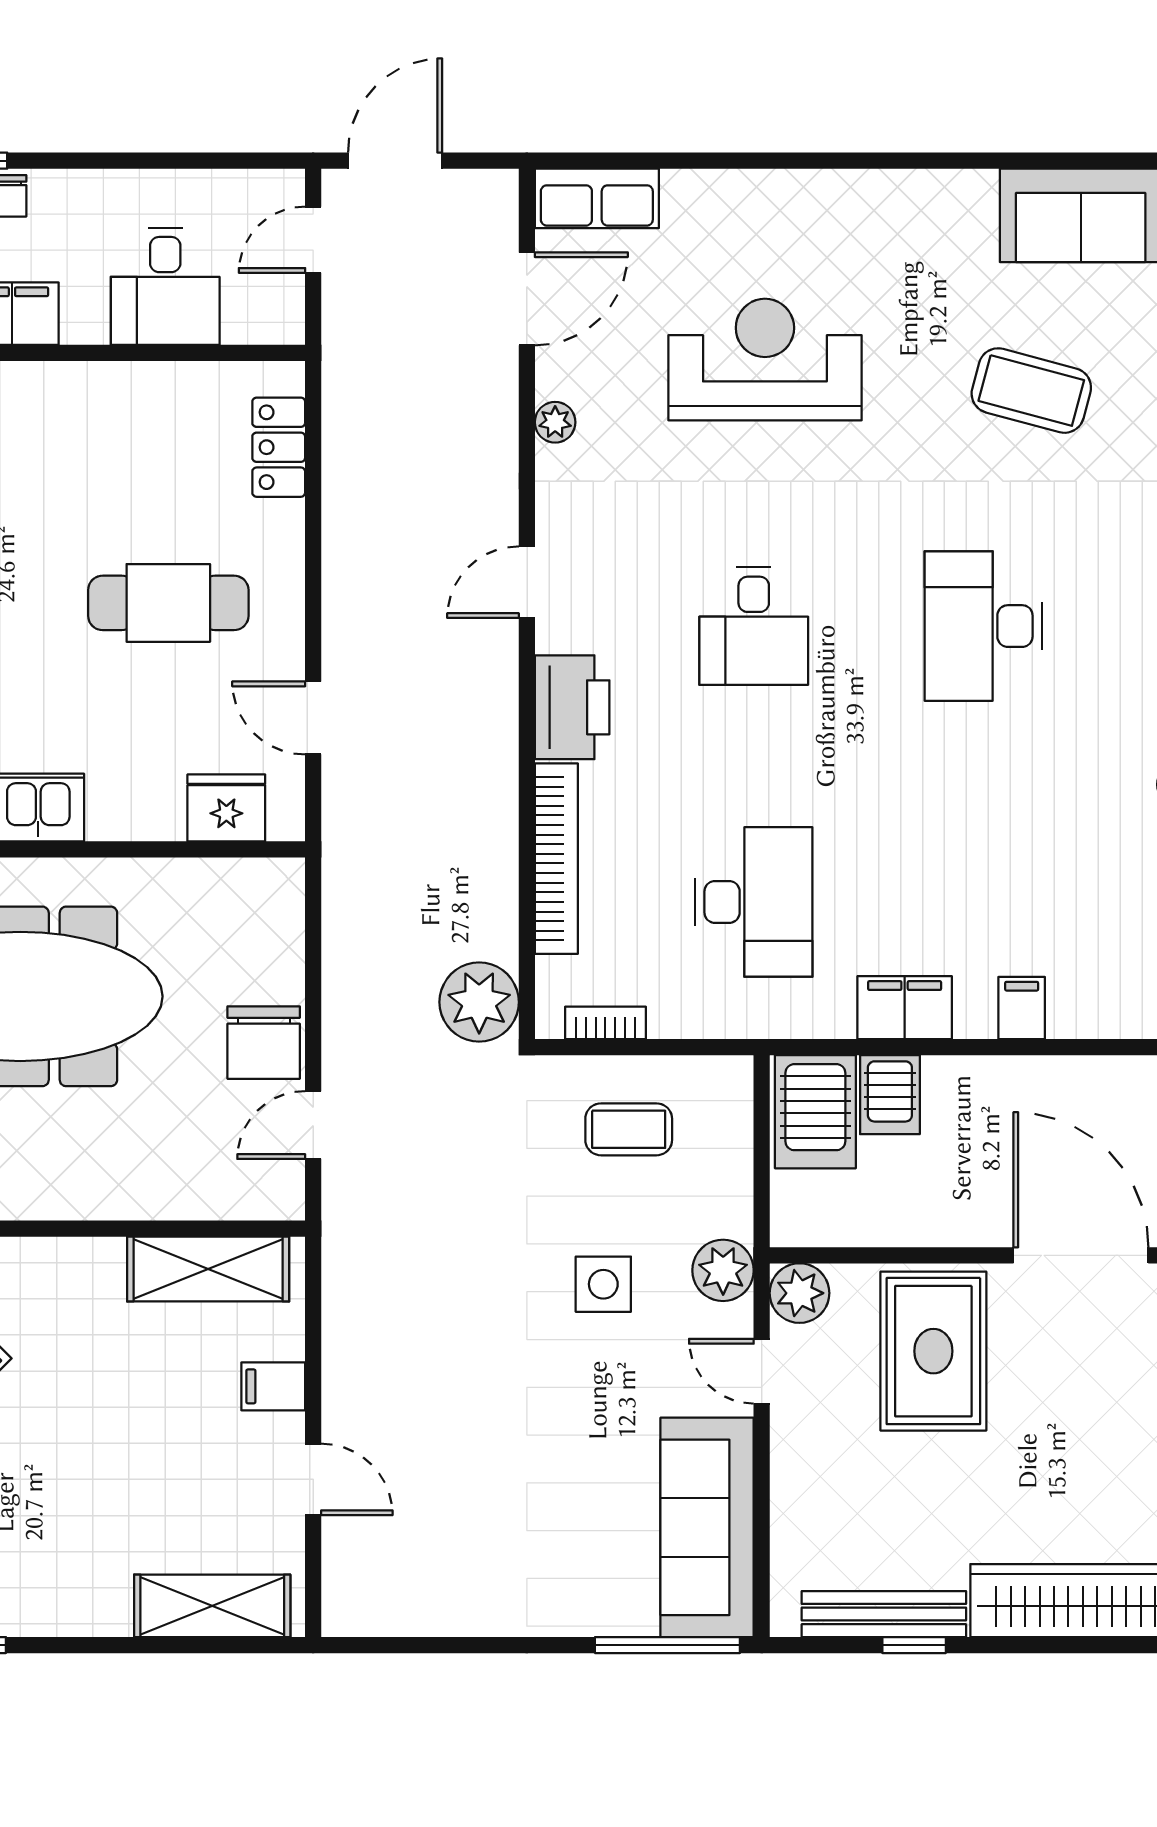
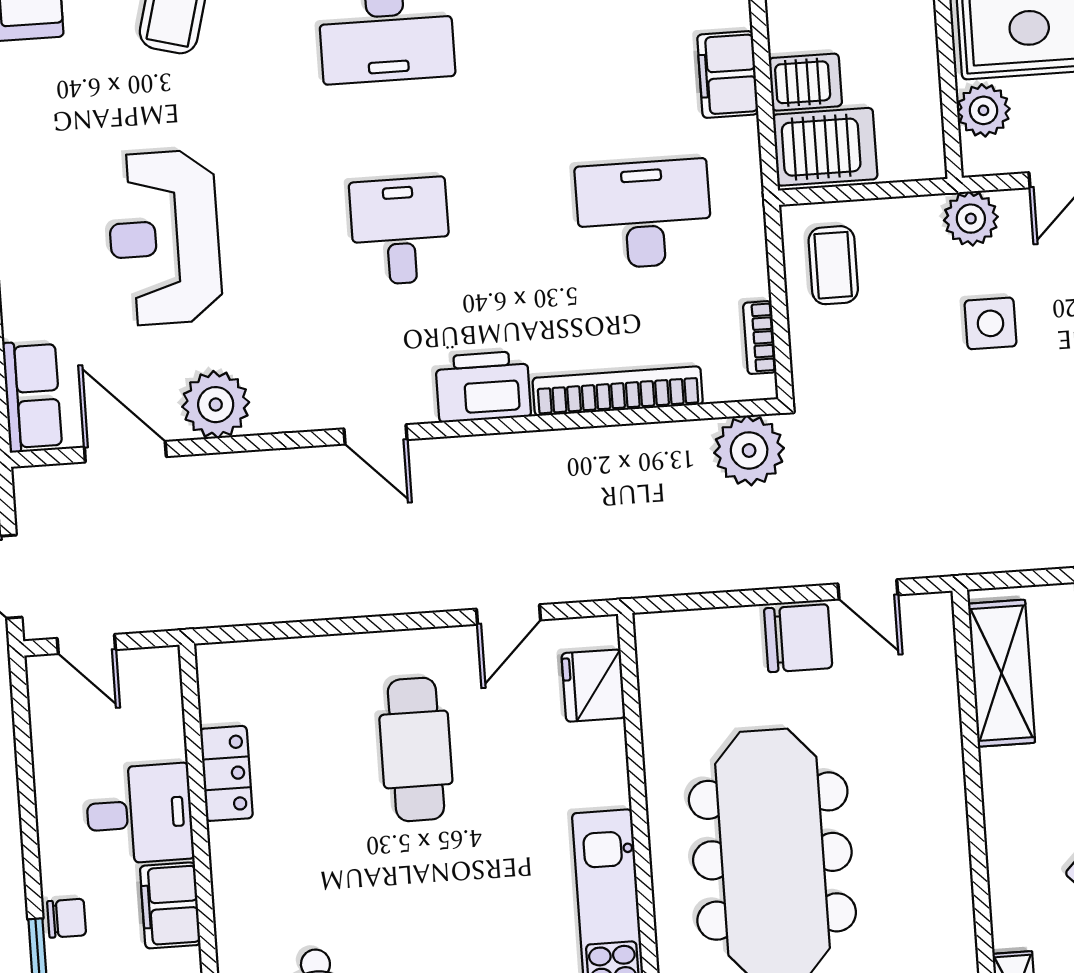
desk: (165, 286) -> (139, 814), moved
plant: (555, 422) -> (216, 405), width x1.87, depth x1.87
locker: (279, 447) -> (226, 773), moved, turned -90
desk: (754, 626) -> (400, 231), turned -90
coffee table: (629, 1129) -> (833, 265), moved
plant: (800, 1293) -> (983, 110), moved

